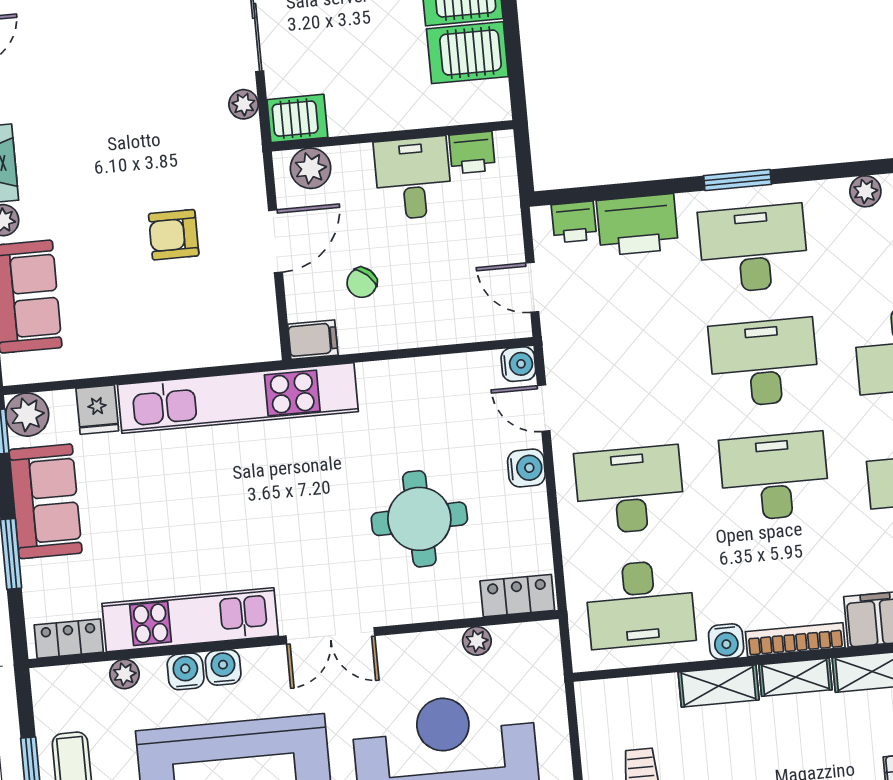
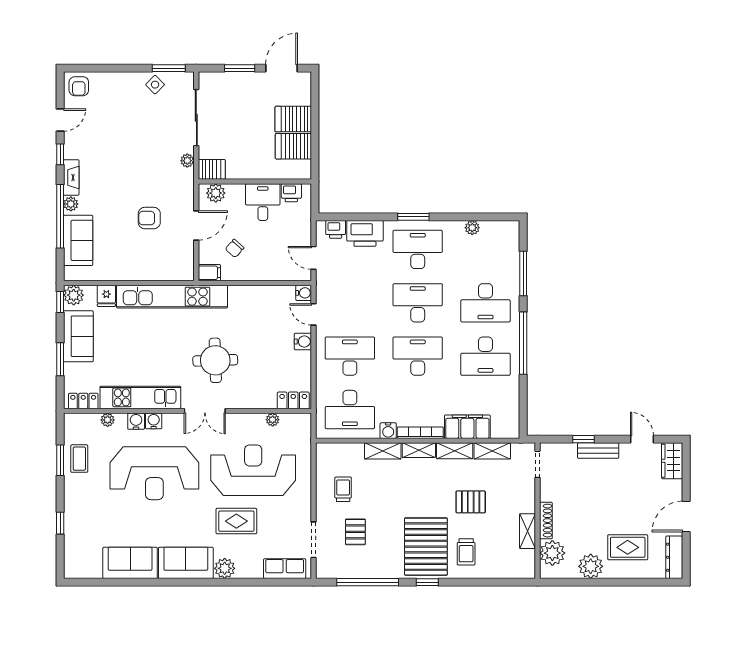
round table: (419, 519) -> (215, 360), moved

